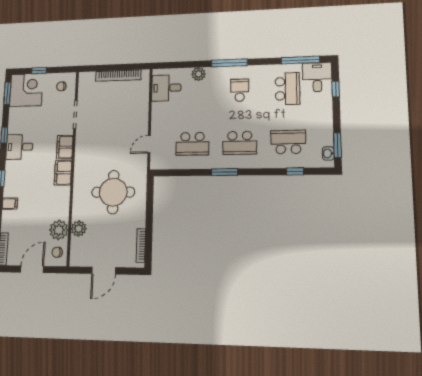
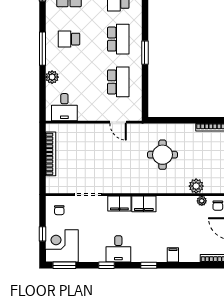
round table: (113, 192) -> (163, 155), width x0.73, depth x0.73
plant: (59, 230) -> (202, 201), width x0.53, depth x0.53

